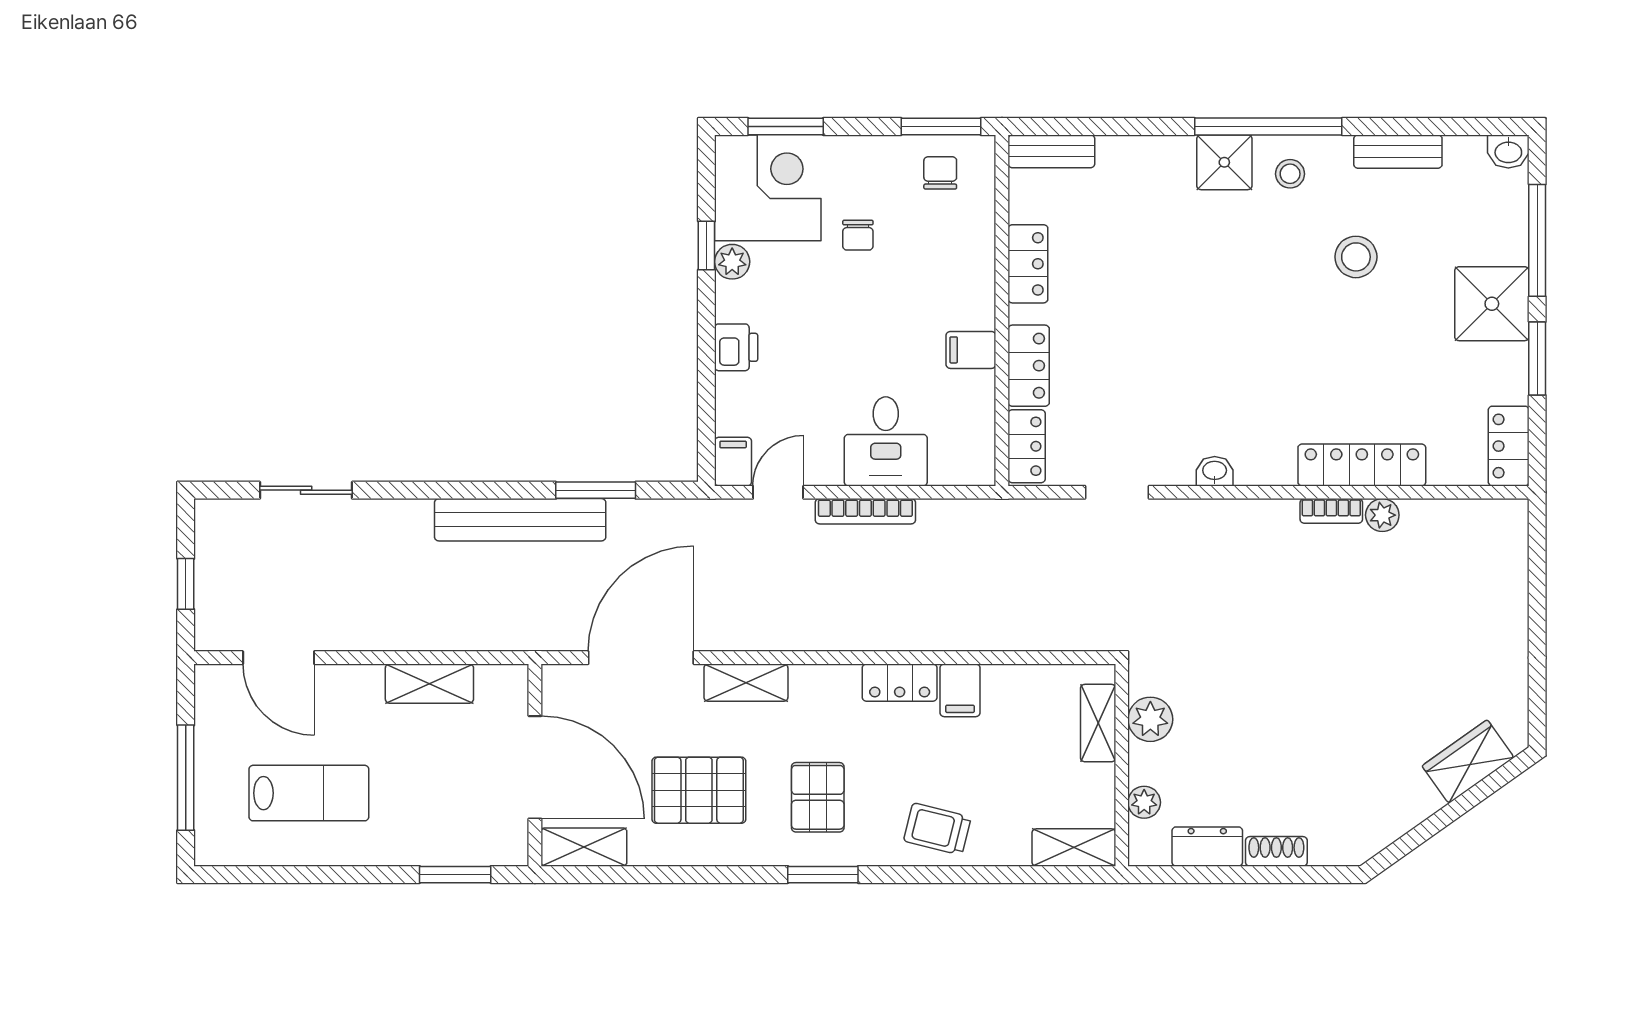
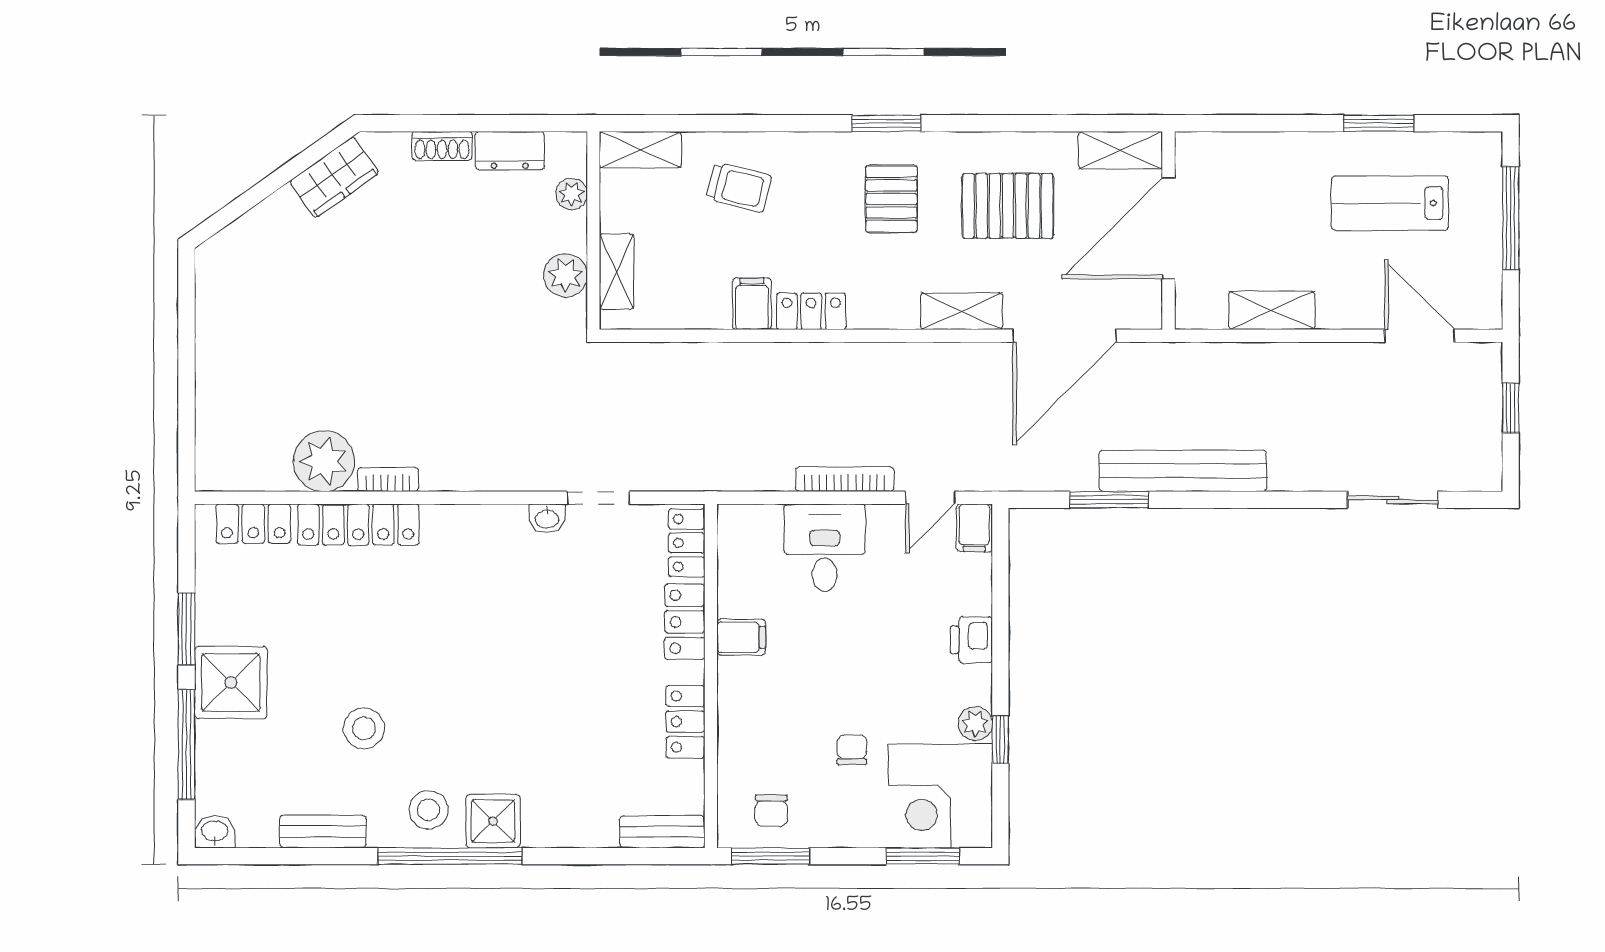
stool: (1290, 174) -> (429, 810), width x1.37, depth x1.37
locker: (1509, 446) -> (253, 524), moved, turned 90
washbasin: (1215, 471) -> (547, 518), moved
plant: (1382, 515) -> (324, 461), width x1.87, depth x1.87
wardrobe: (1468, 762) -> (334, 177), moved
door: (535, 767) -> (1168, 228), hinge flipped
trolley: (937, 829) -> (739, 187), moved
window: (455, 875) -> (1379, 123), moved

